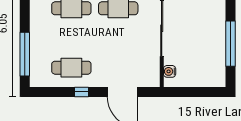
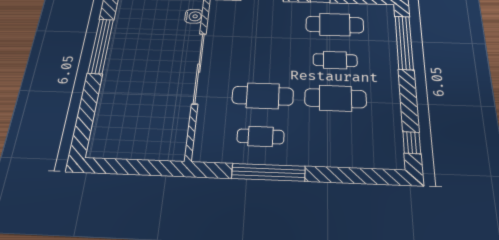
cafe table: (71, 38) -> (335, 60), added

